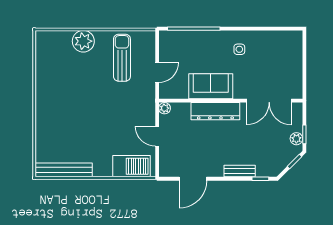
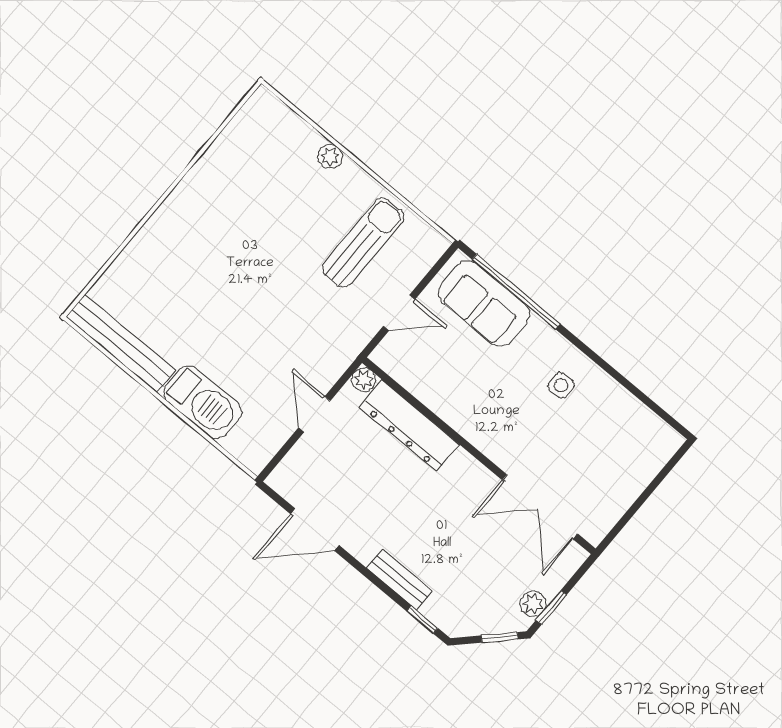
plant: (83, 41) -> (330, 157), width x0.53, depth x0.53
sofa: (211, 86) -> (484, 304), moved, turned 180
dresser: (215, 111) -> (409, 426), moved
barbecue: (132, 166) -> (203, 402), moved

